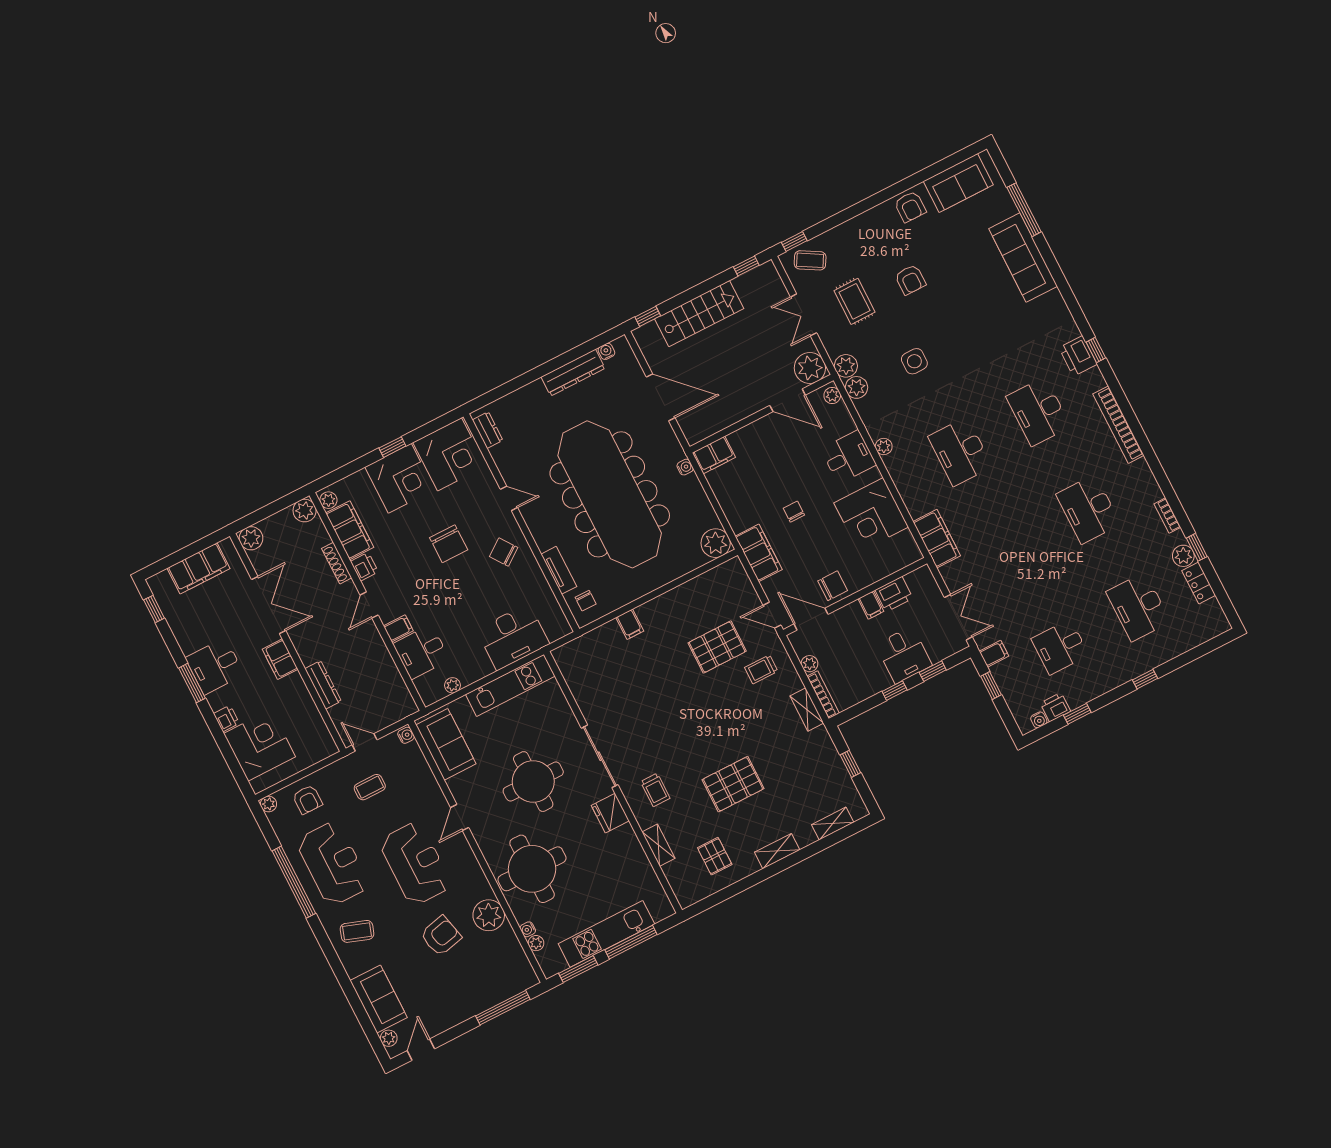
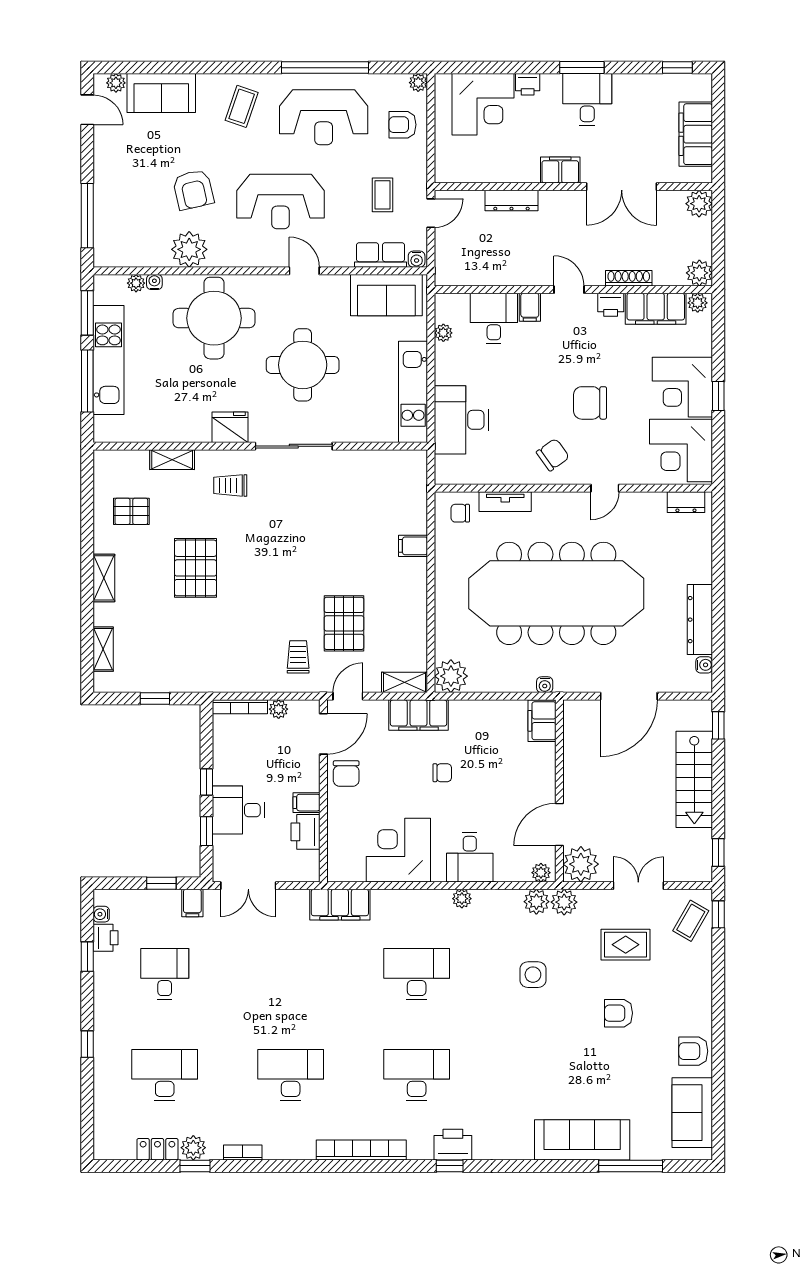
shelving: (807, 710) -> (404, 682), moved
row of seats: (417, 765) -> (381, 255), added

